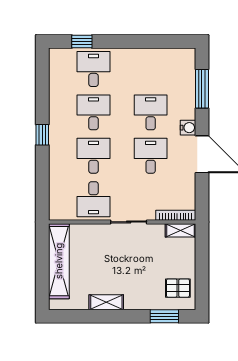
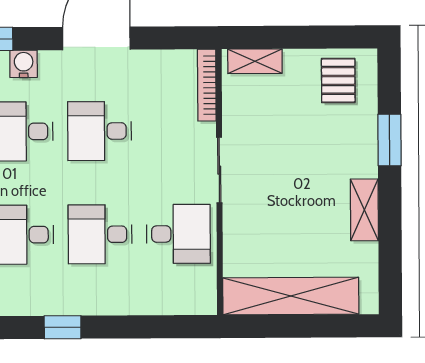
water cooler: (188, 128) -> (24, 64), moved
shelving: (181, 230) -> (255, 61), moved, turned 90
window: (164, 316) -> (390, 140), moved

